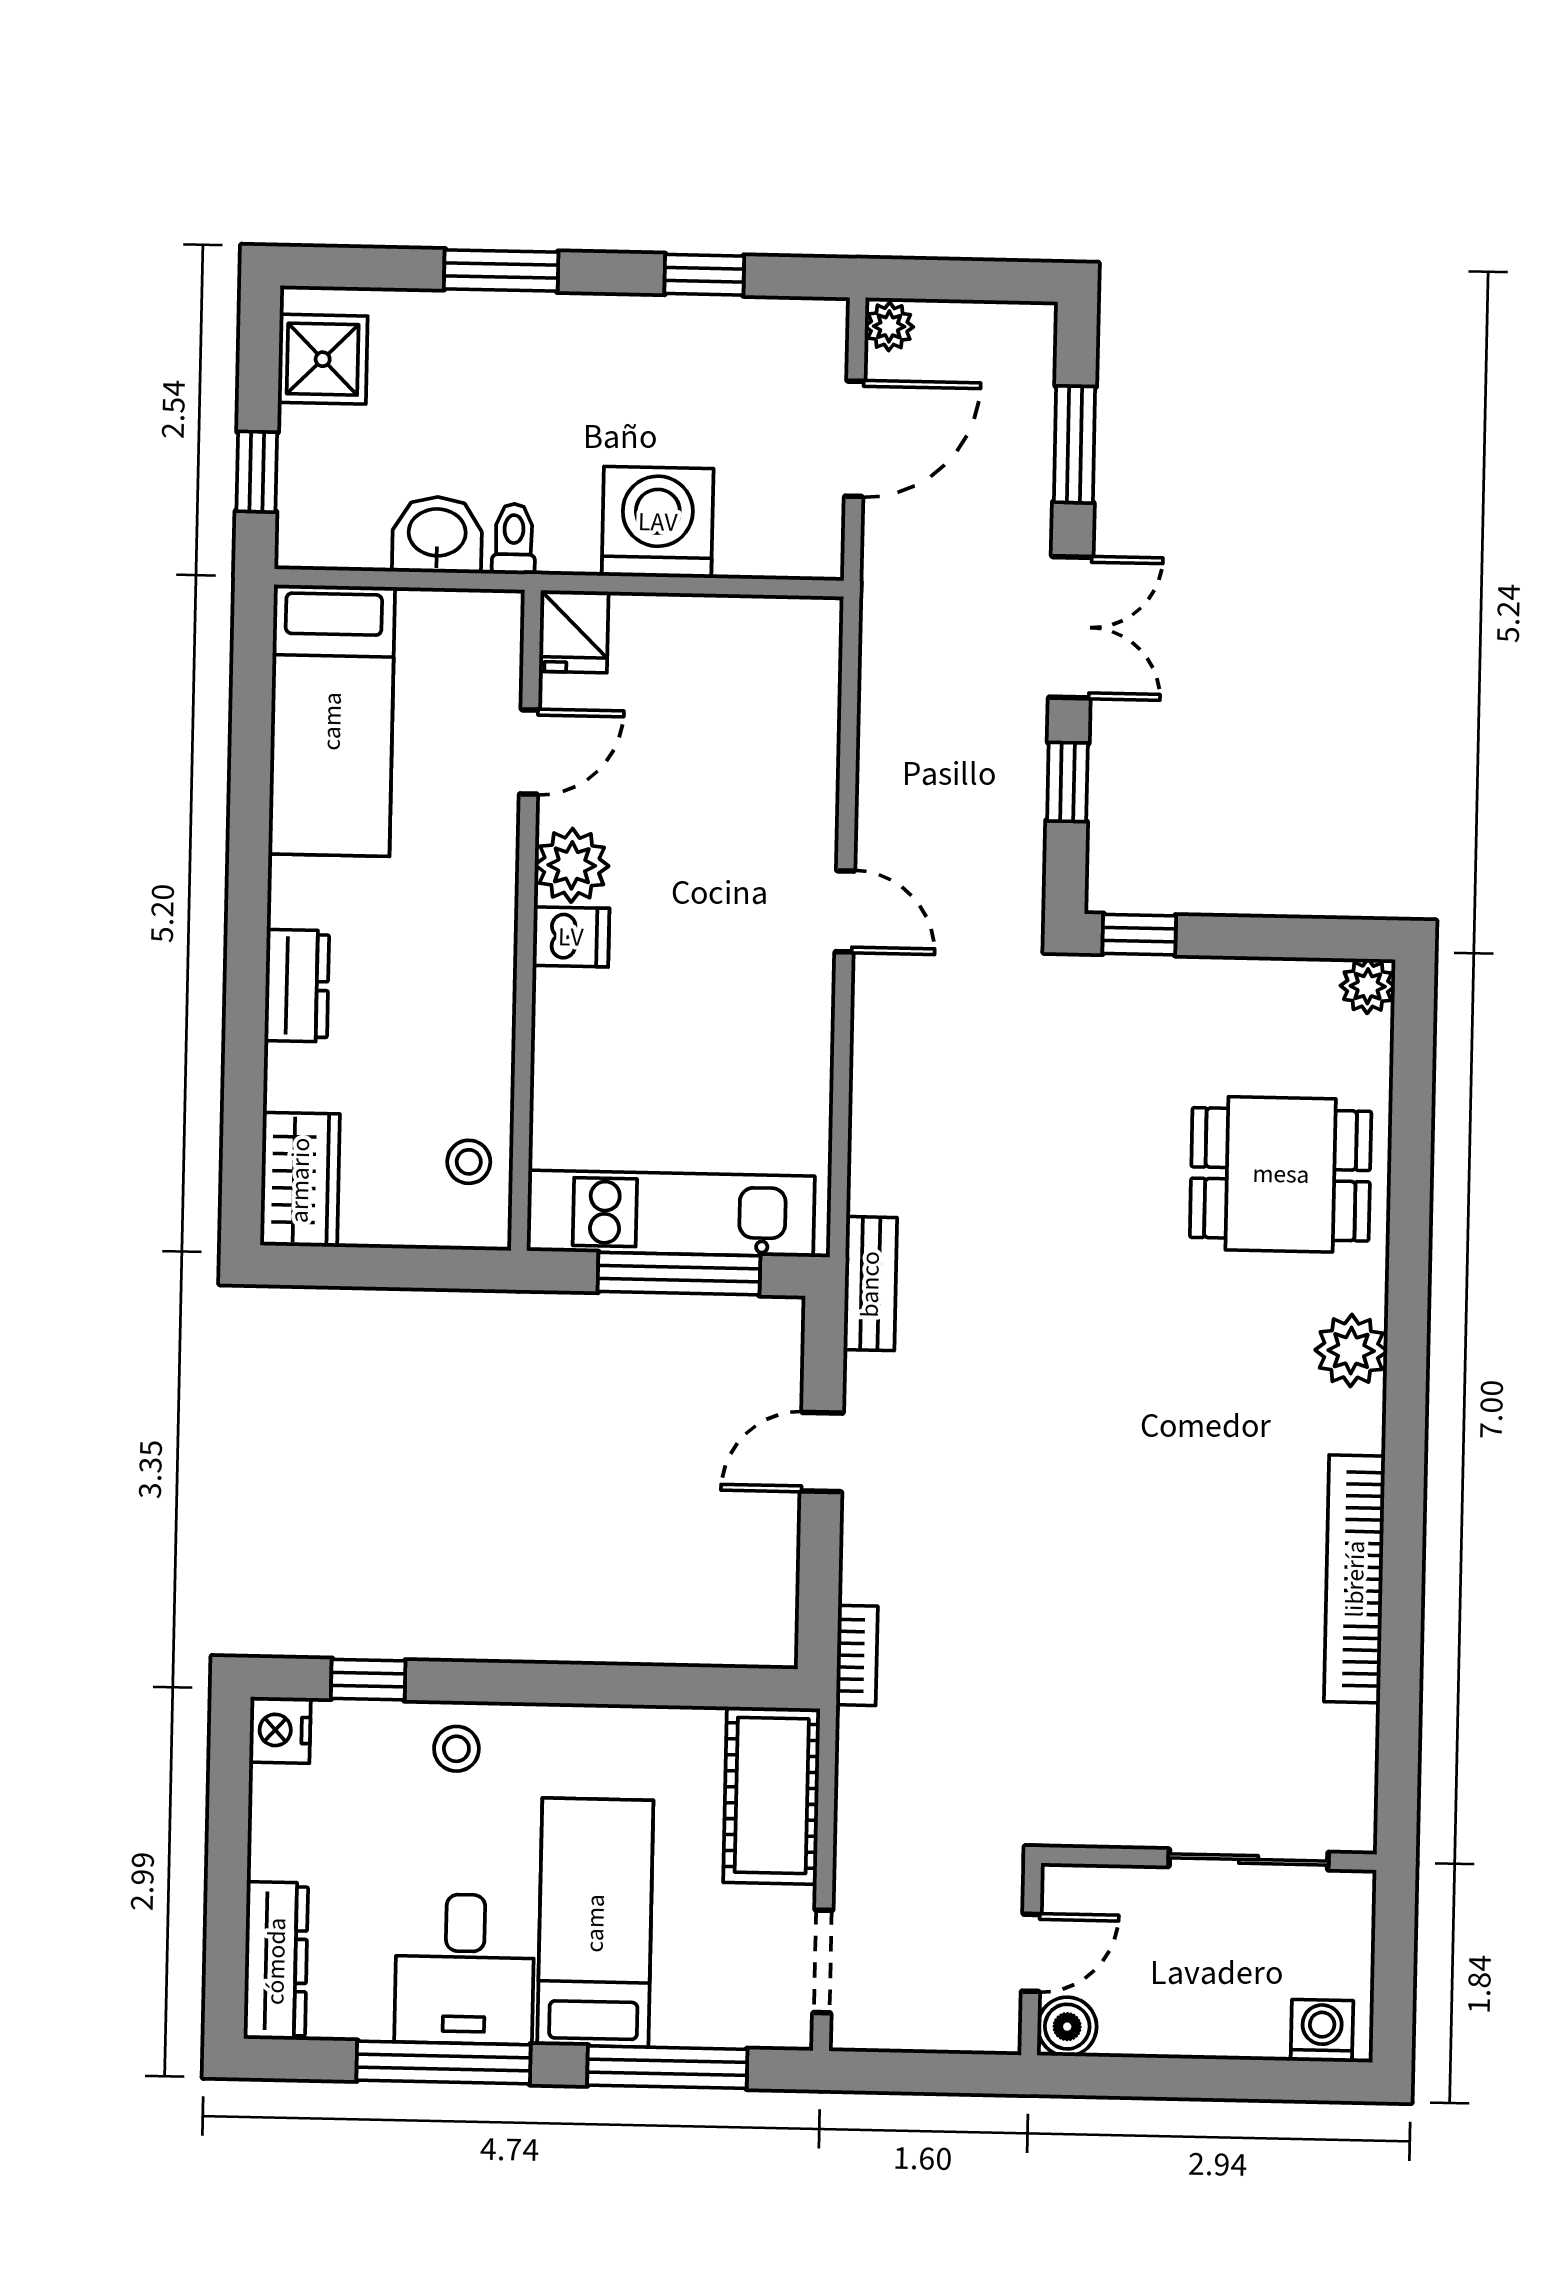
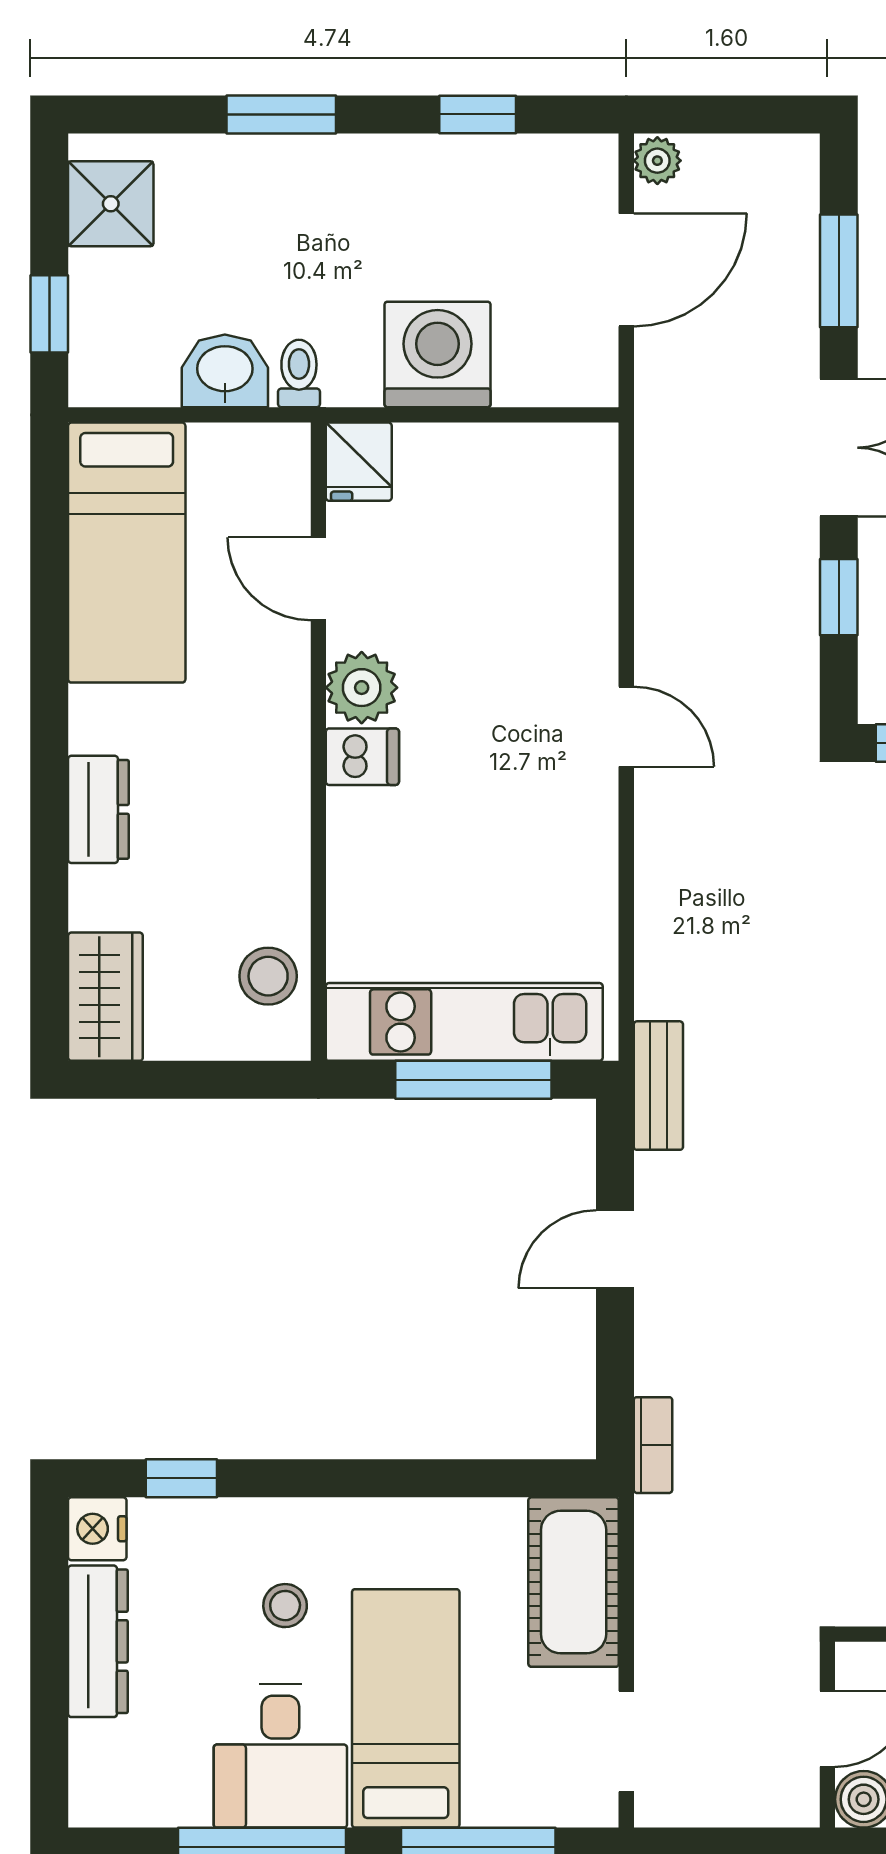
door: (529, 752) -> (318, 579), swing flipped
stool: (469, 1162) -> (268, 976), width x1.37, depth x1.37
stool: (456, 1749) -> (285, 1606), moved
dresser: (276, 1961) -> (98, 1641), moved

